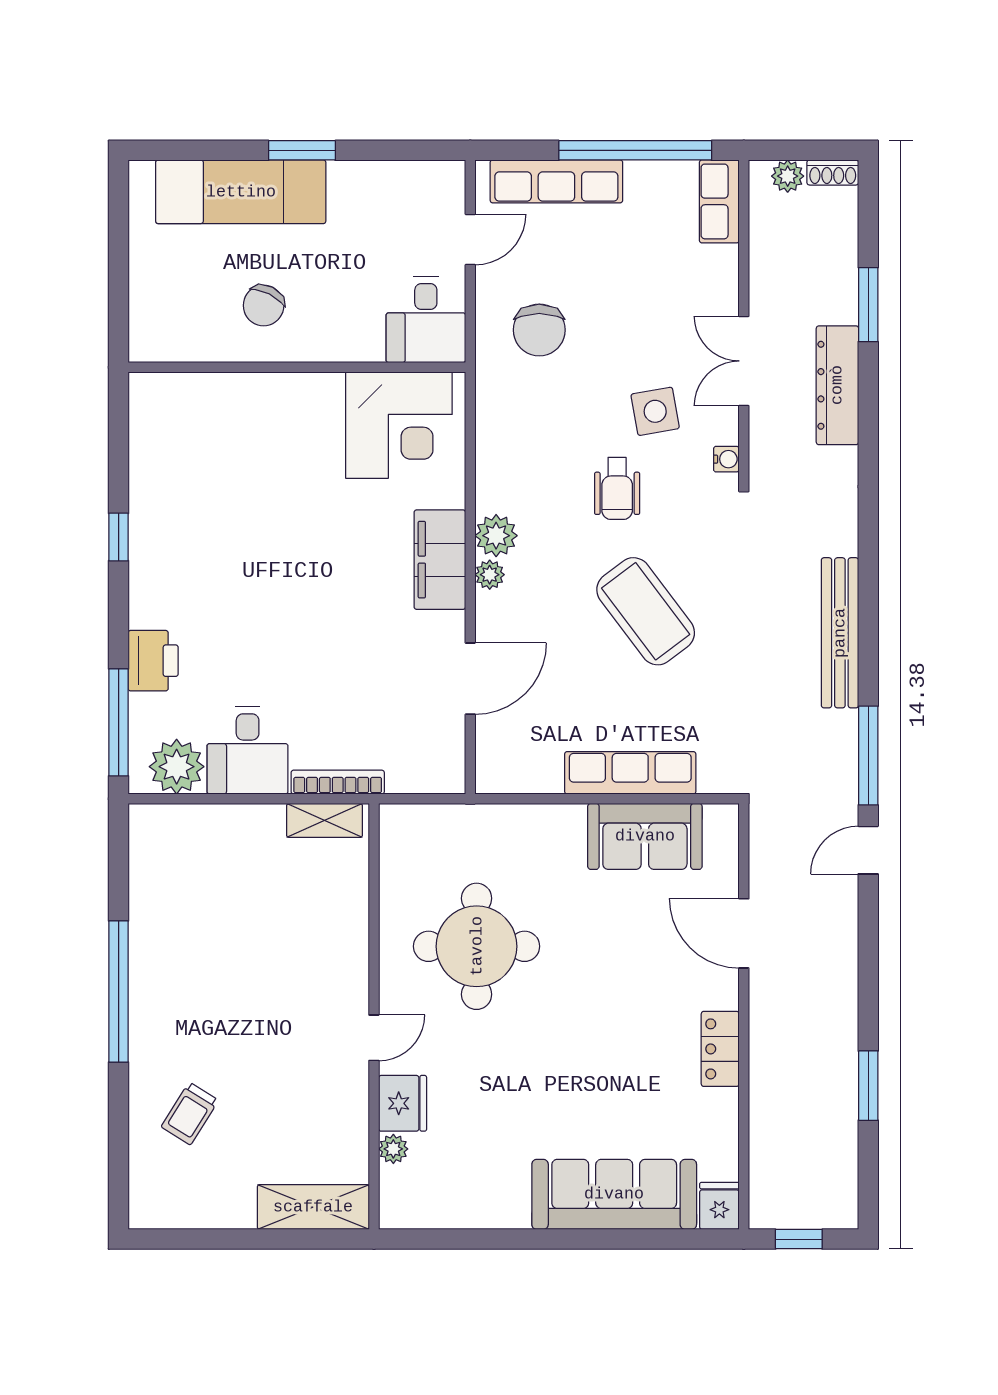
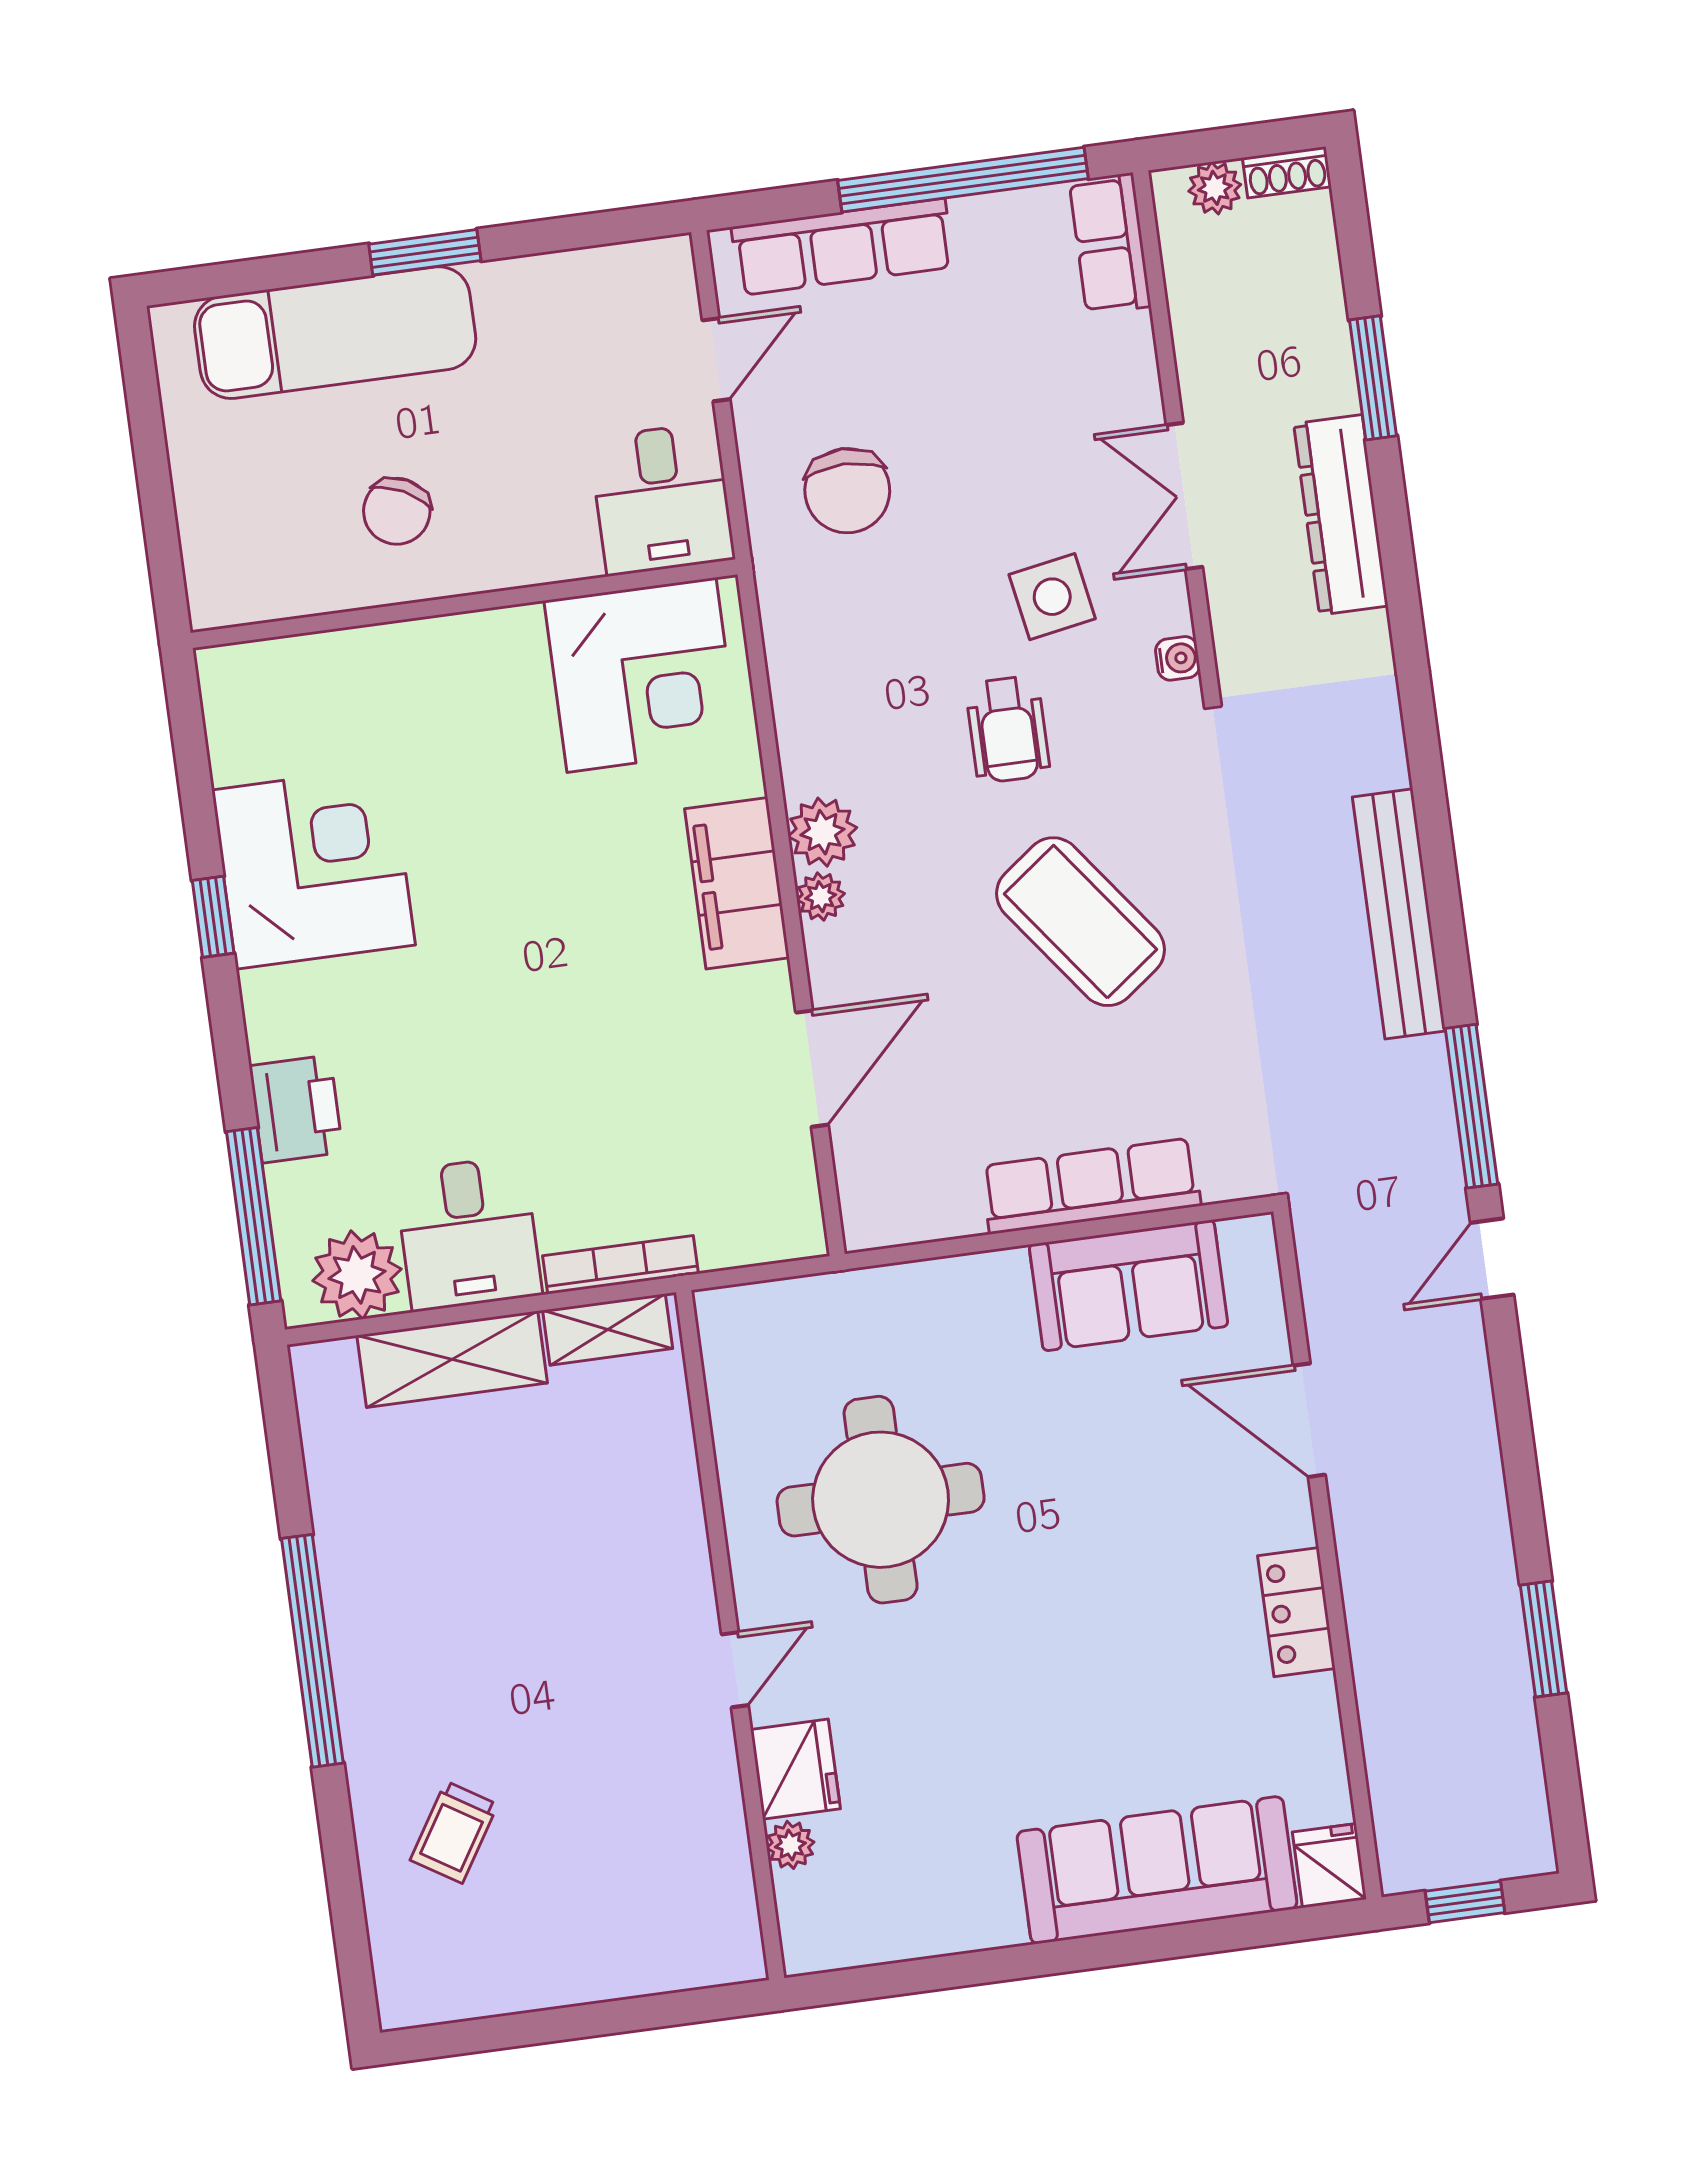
corner desk: (184, 515) -> (314, 867), added
shelving: (313, 1207) -> (452, 1359), moved

